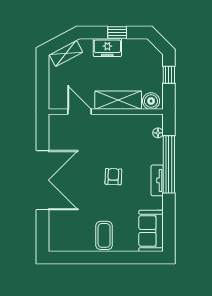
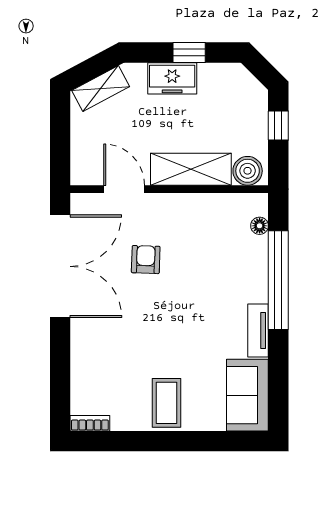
armchair: (113, 177) -> (146, 260), moved
double door: (43, 180) -> (60, 266), moved
tv unit: (157, 180) -> (258, 330), moved
bookcase: (60, 247) -> (90, 423), added

